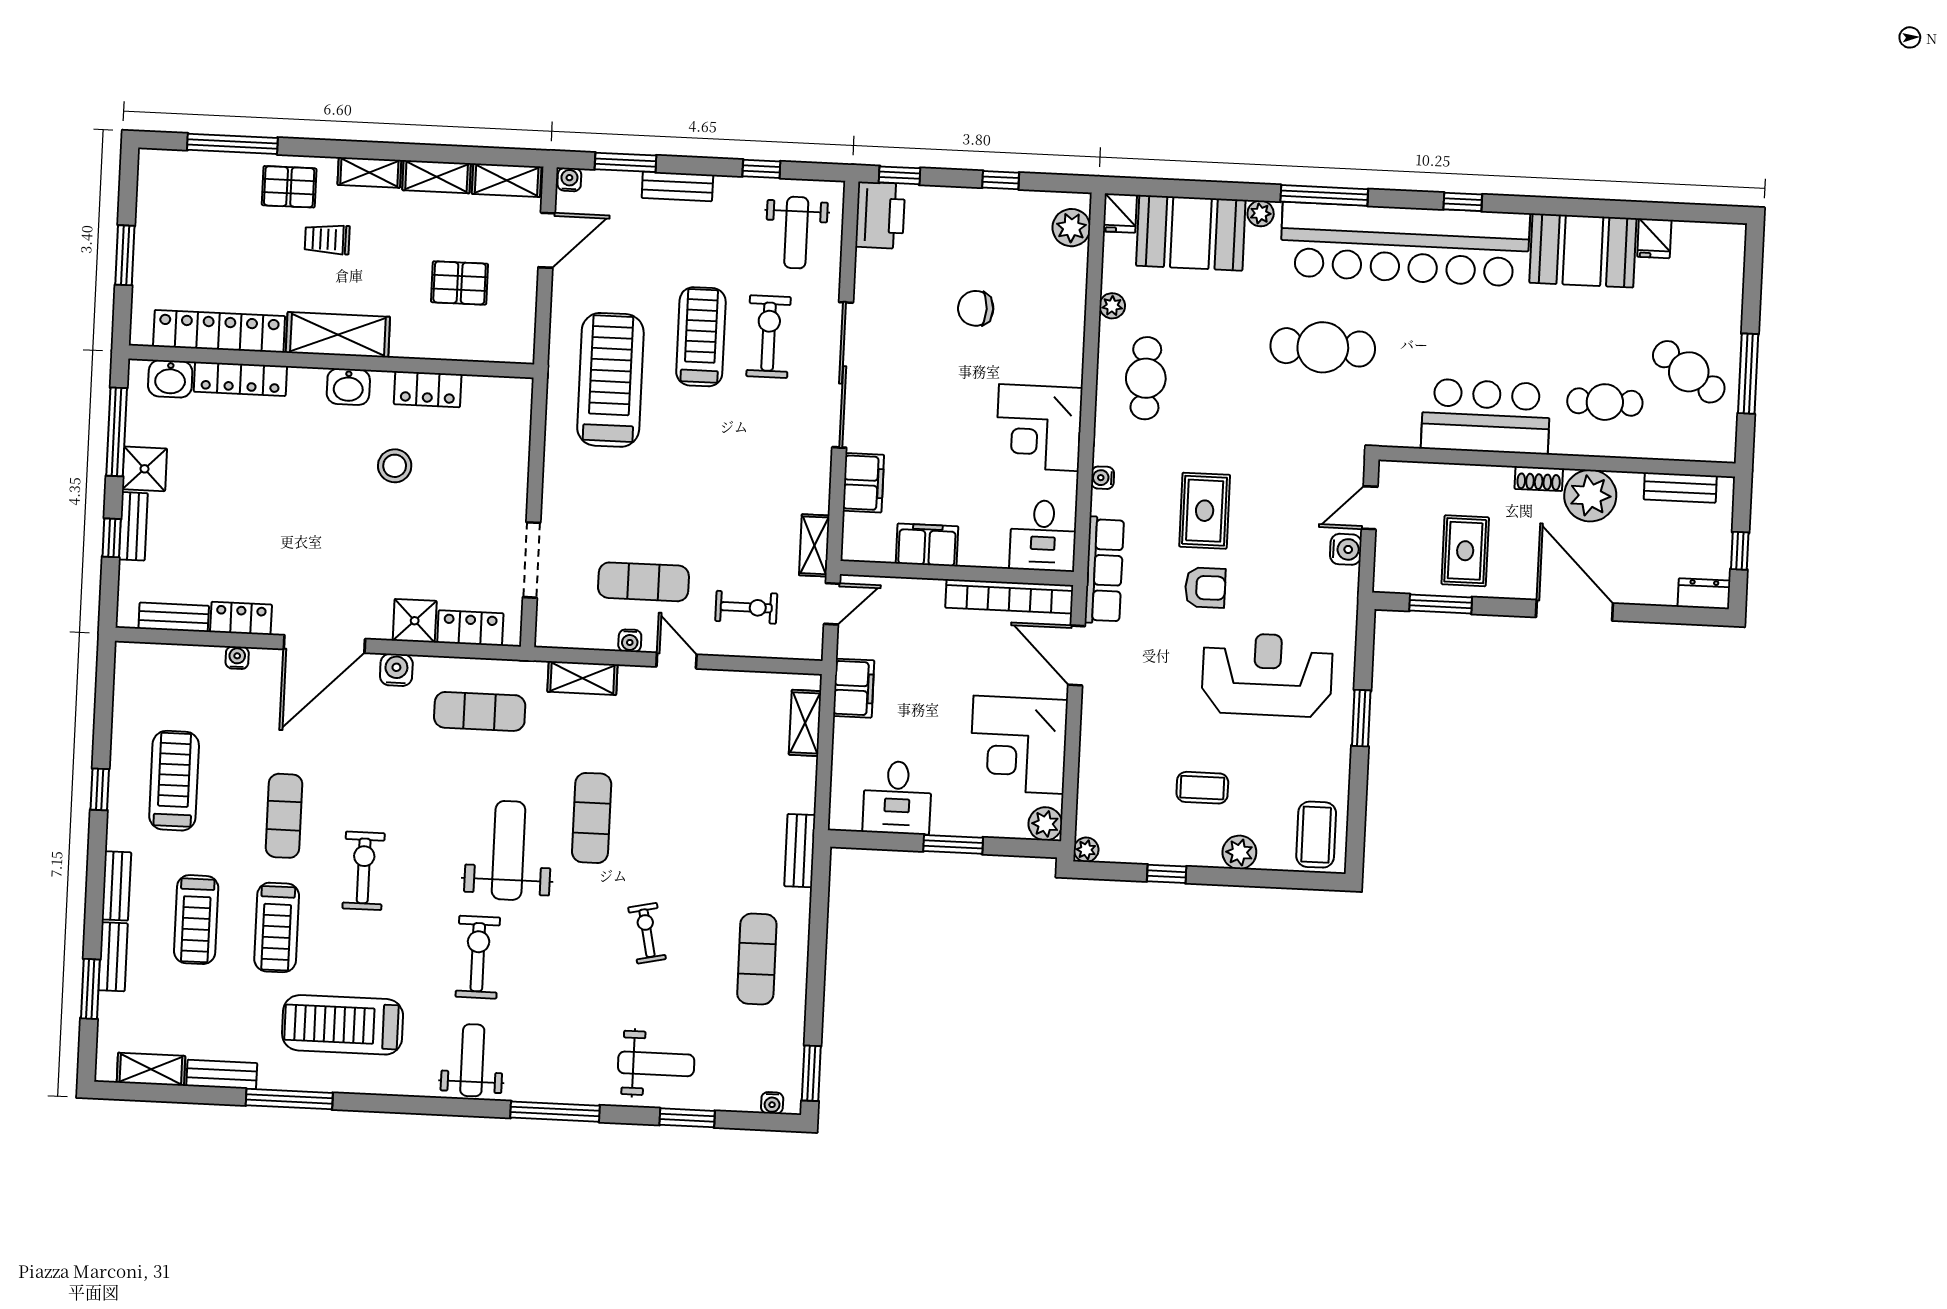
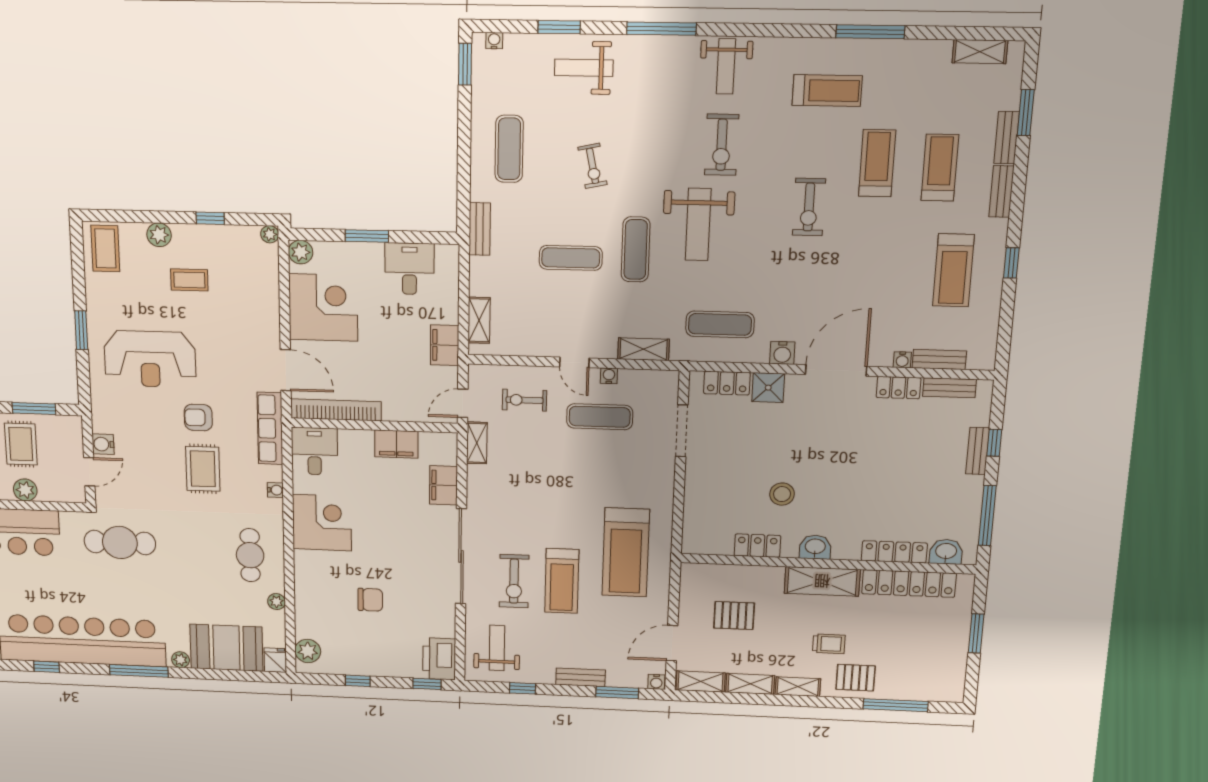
cafe table: (1323, 347) -> (120, 542), moved
shower: (145, 469) -> (967, 491), removed
plant: (1466, 481) -> (25, 490), added
exercise mat: (284, 816) -> (571, 258), moved, turned 90
treadmill: (343, 1025) -> (827, 91), width x0.73, depth x0.73
bench: (222, 1074) -> (939, 359), moved

